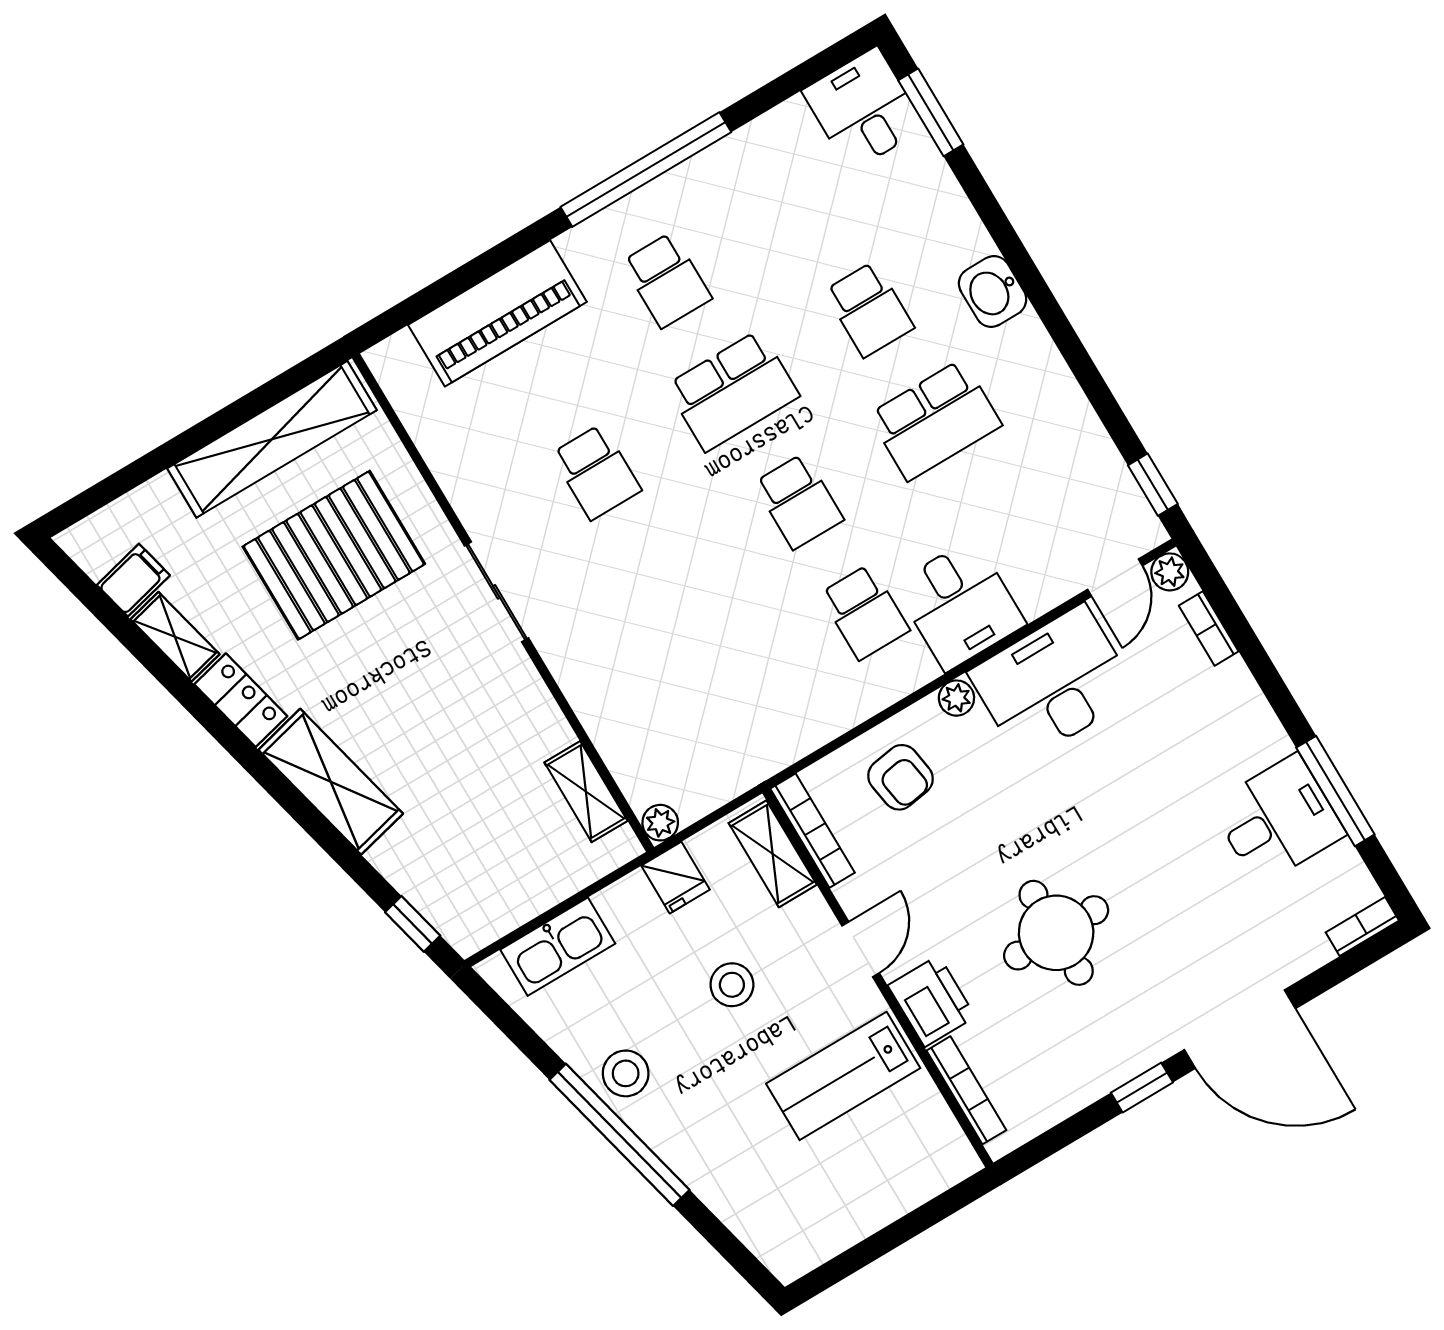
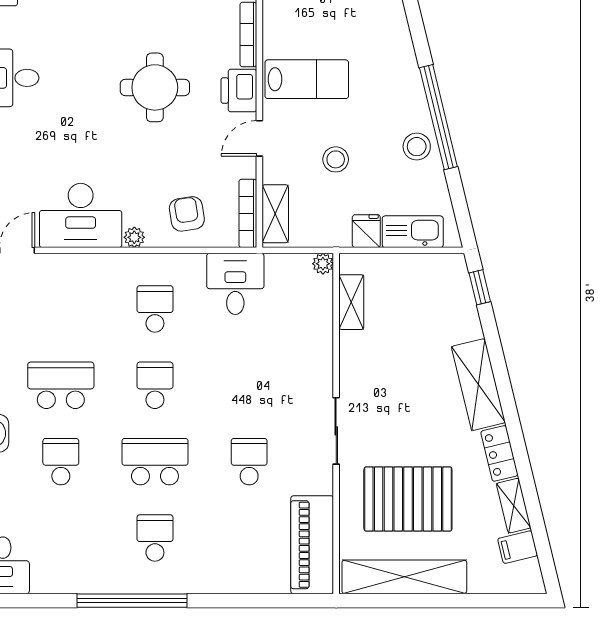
piano: (497, 313) -> (312, 545), moved, turned -90
desk: (960, 604) -> (235, 284), moved
fridge: (675, 878) -> (366, 231), moved

